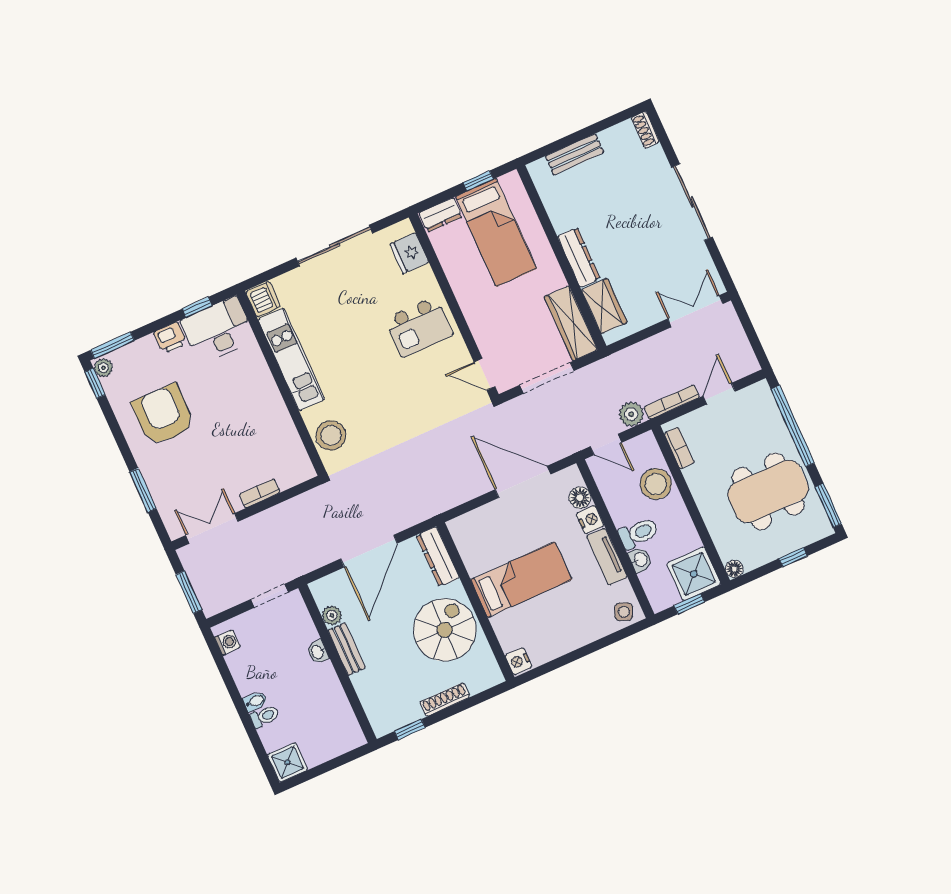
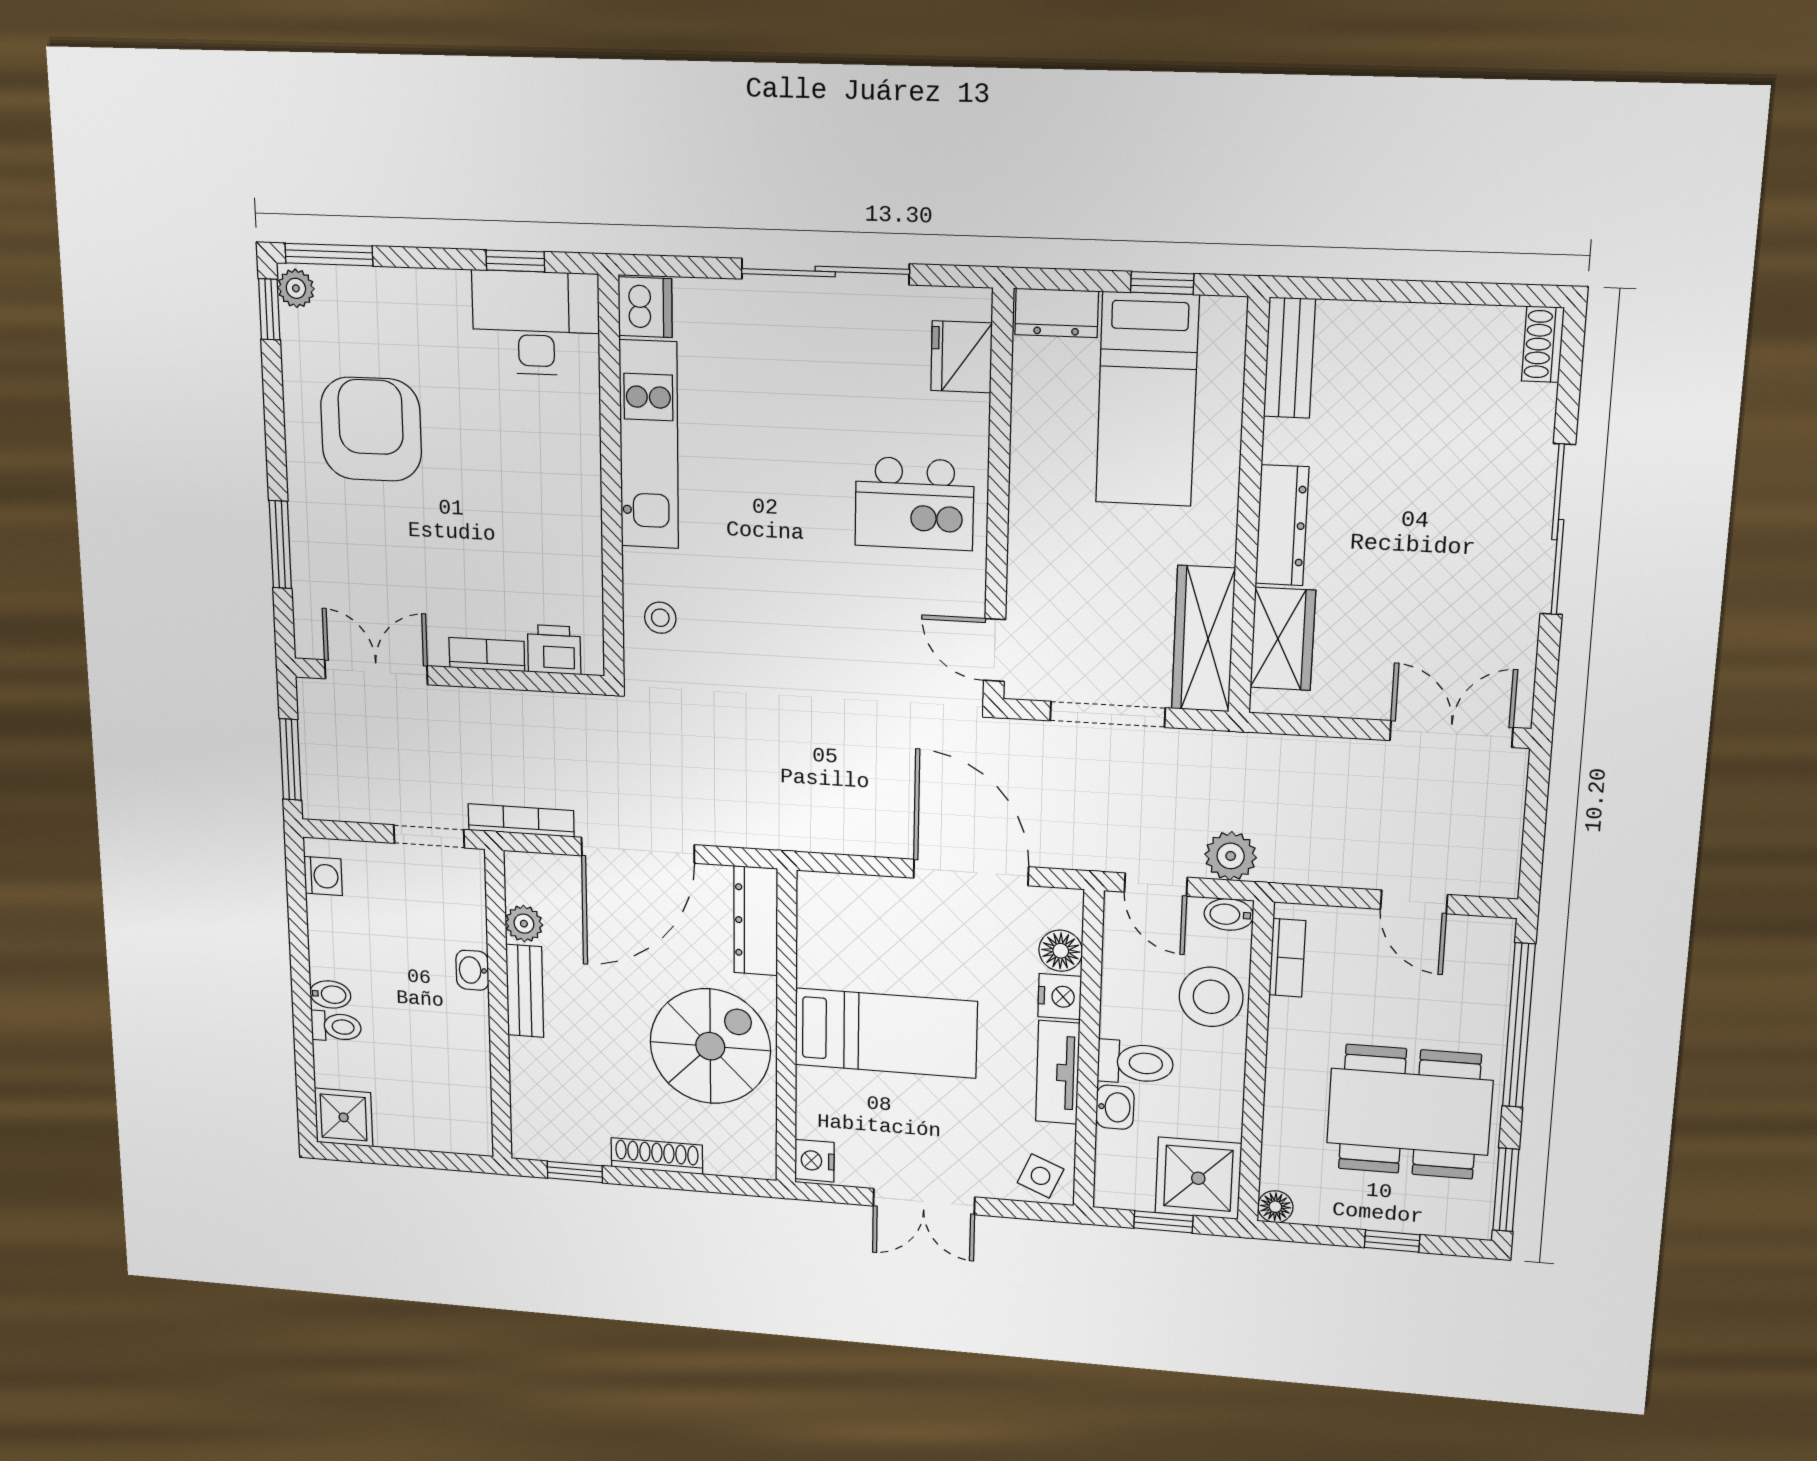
bench: (575, 154) -> (1289, 358), moved, turned 90
printer: (170, 338) -> (554, 650), moved, turned 180
door: (719, 394) -> (1414, 902), swing flipped
bookcase: (672, 402) -> (521, 820), moved
stool: (331, 435) -> (660, 618), width x0.53, depth x0.53
bidet: (644, 441) -> (1229, 914), added
double door: (578, 654) -> (924, 1202), added

